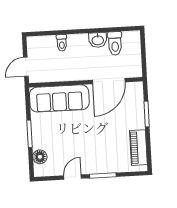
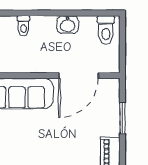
toilet: (115, 43) -> (106, 30), moved

